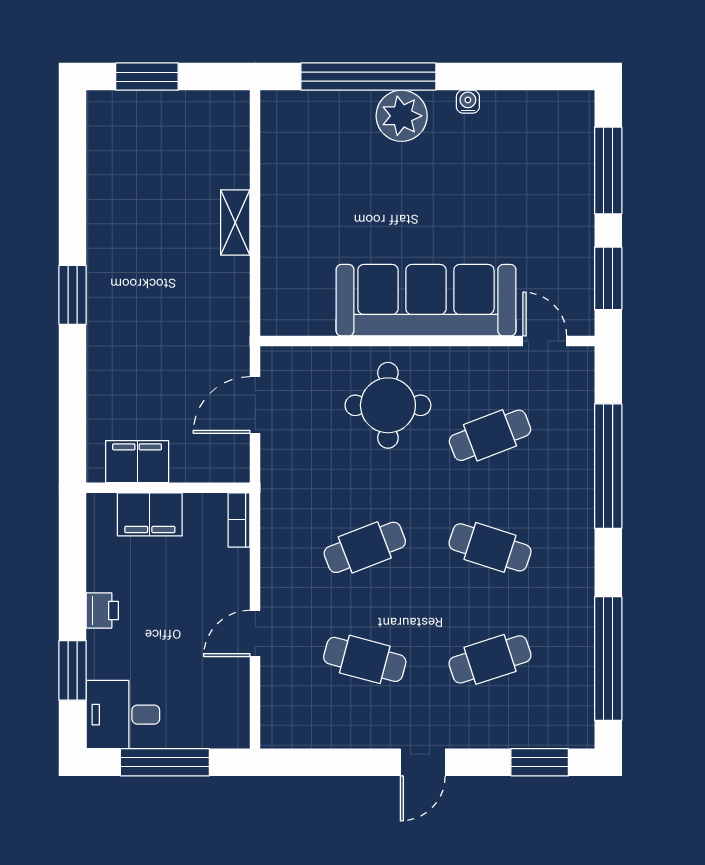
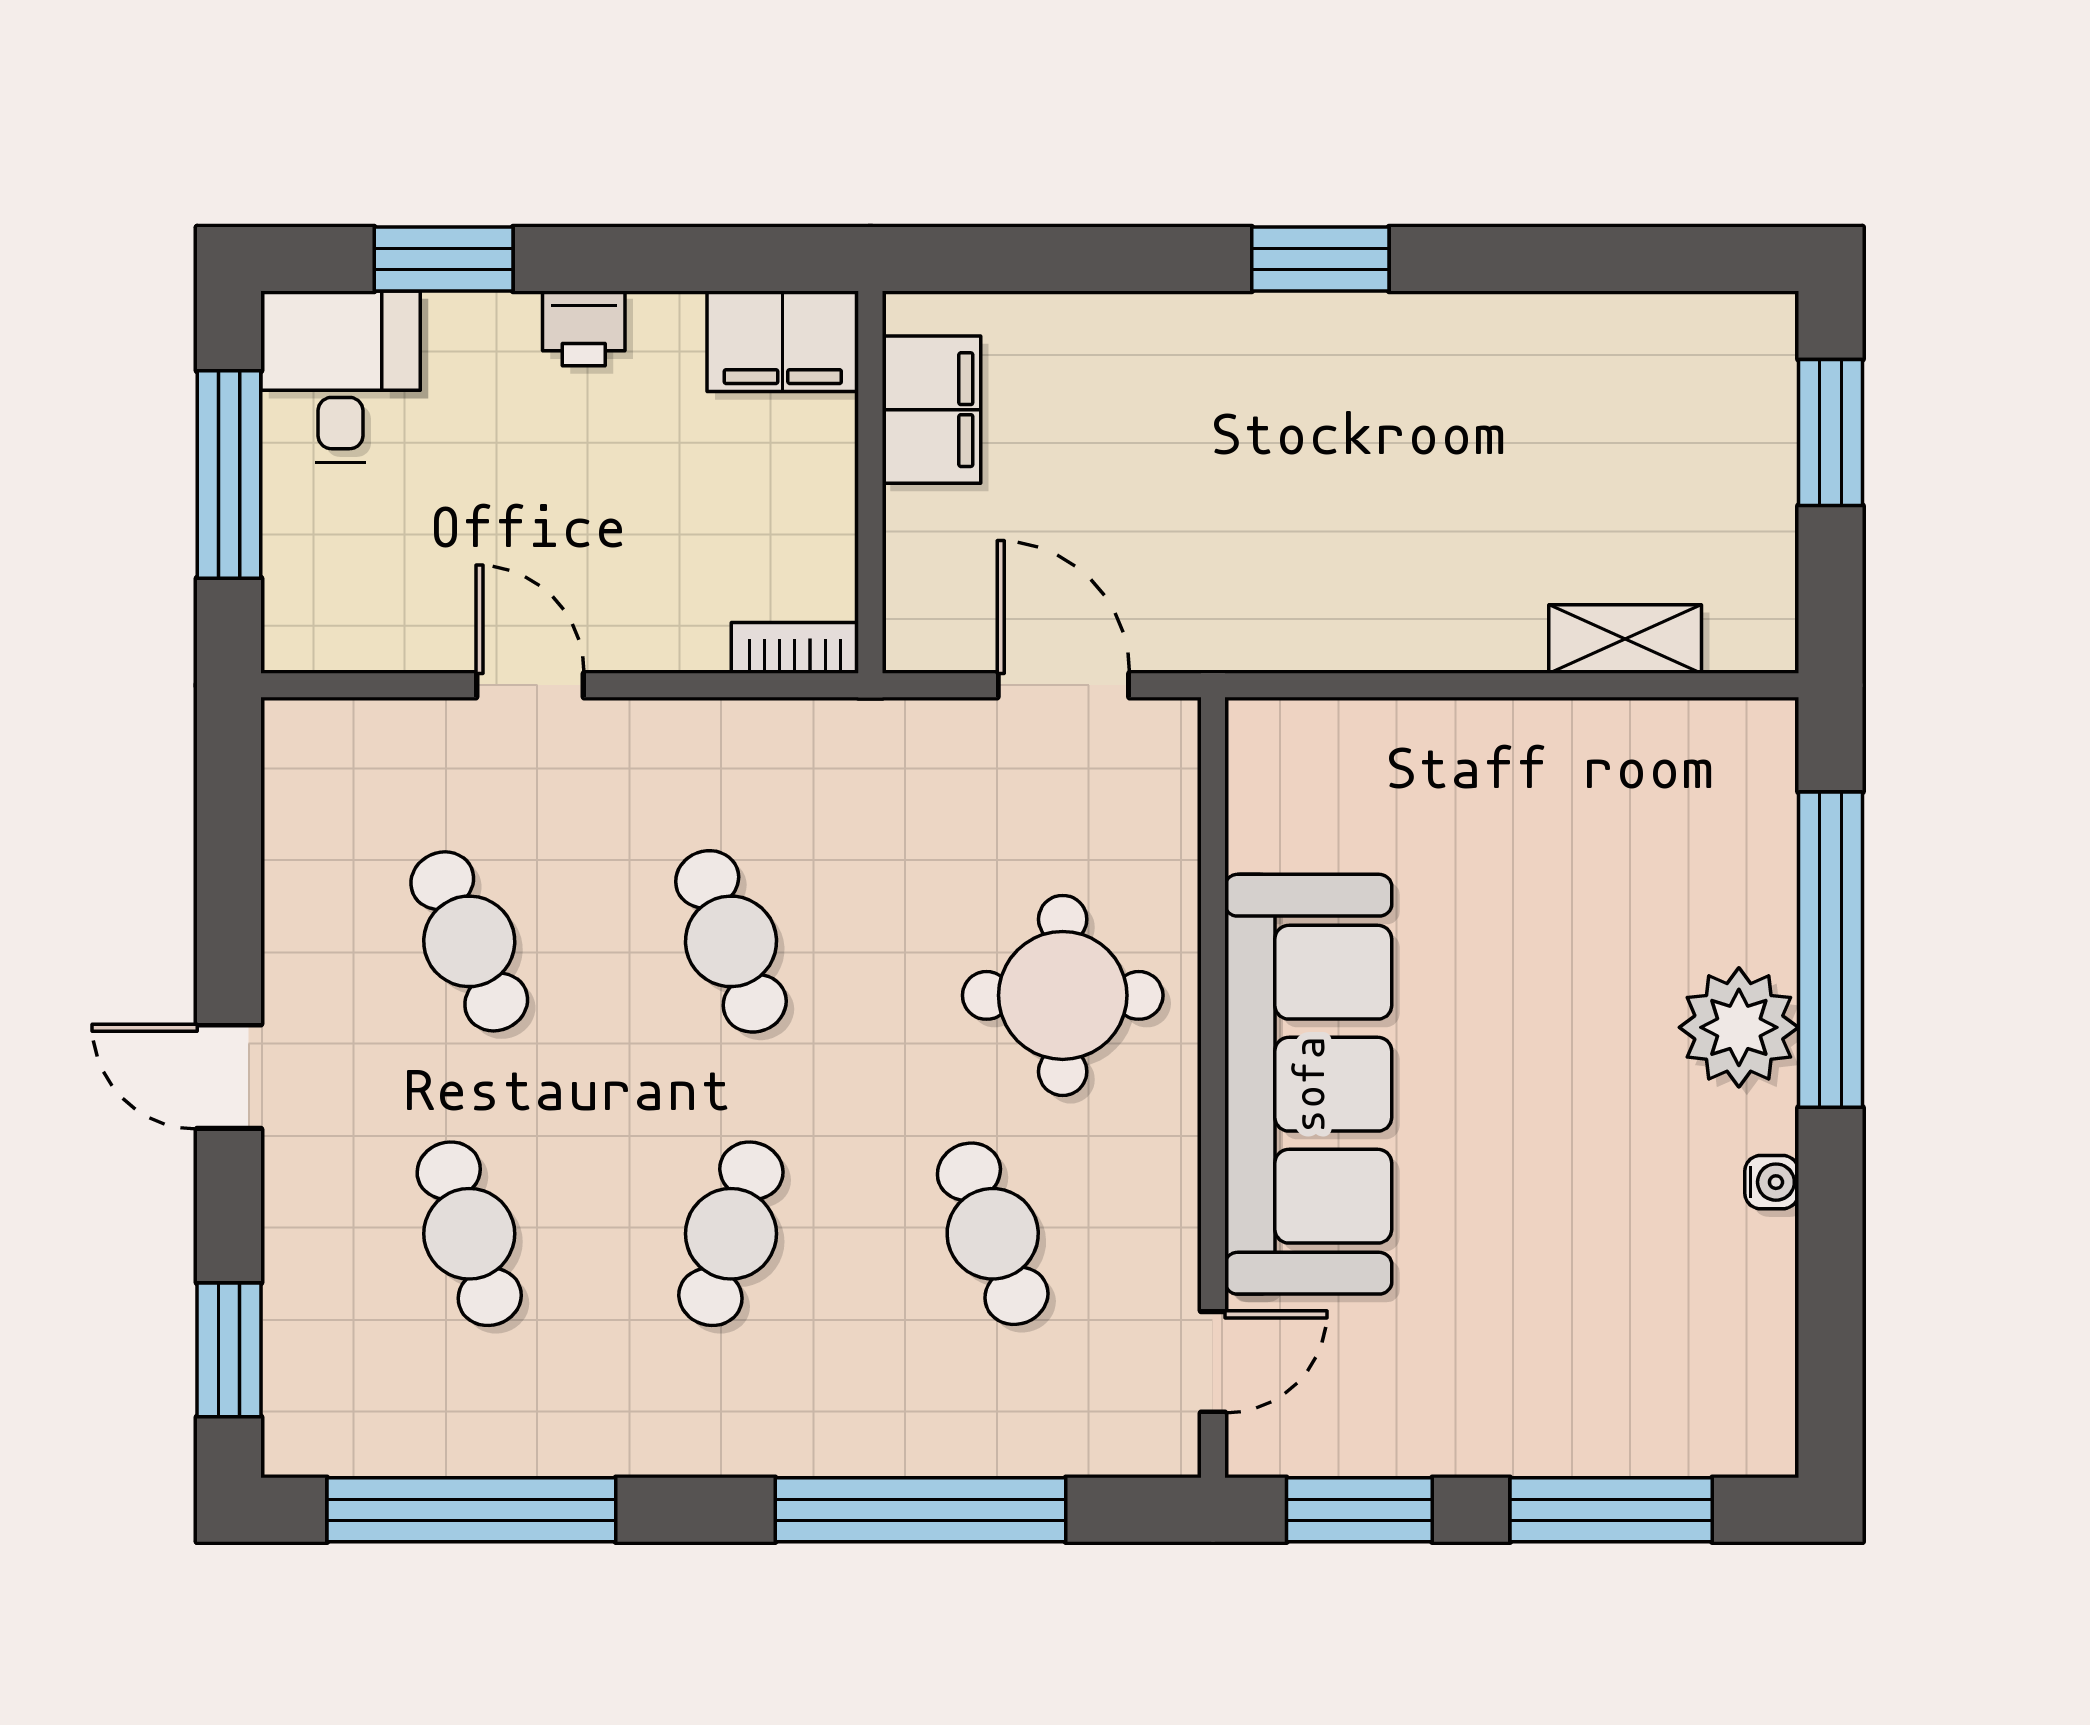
shelving: (235, 222) -> (1625, 639), moved
filing cabinet: (150, 514) -> (783, 341), moved, turned -90
cafe table: (365, 659) -> (469, 941), turned -39

